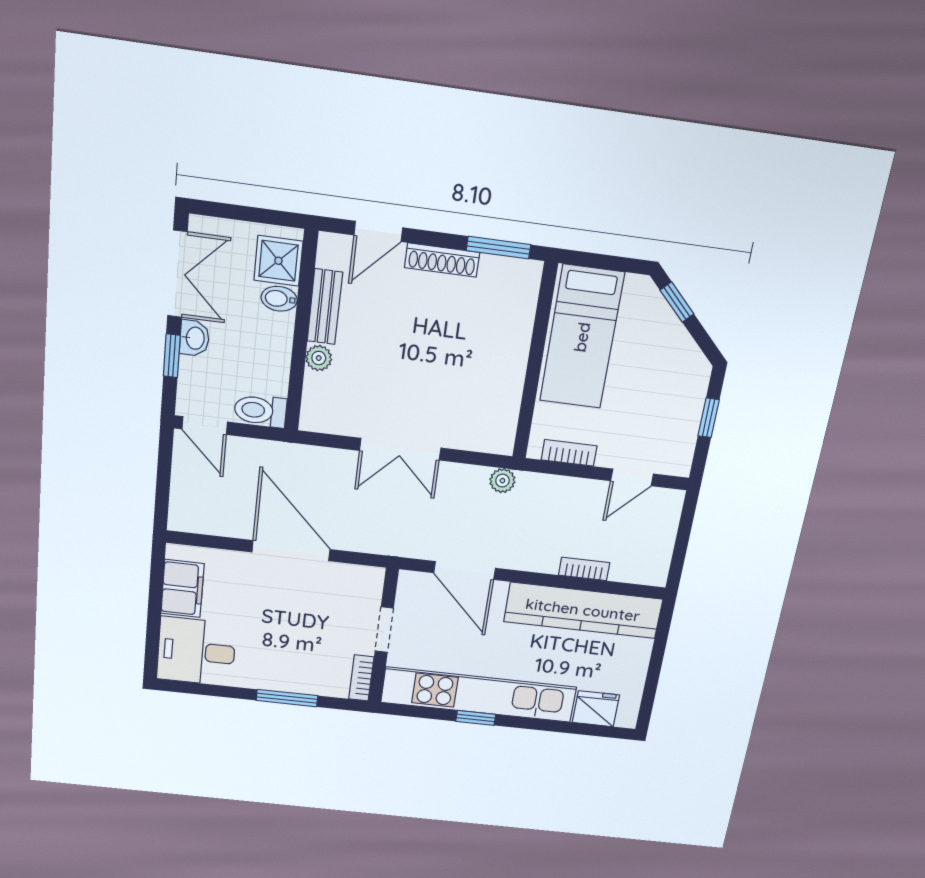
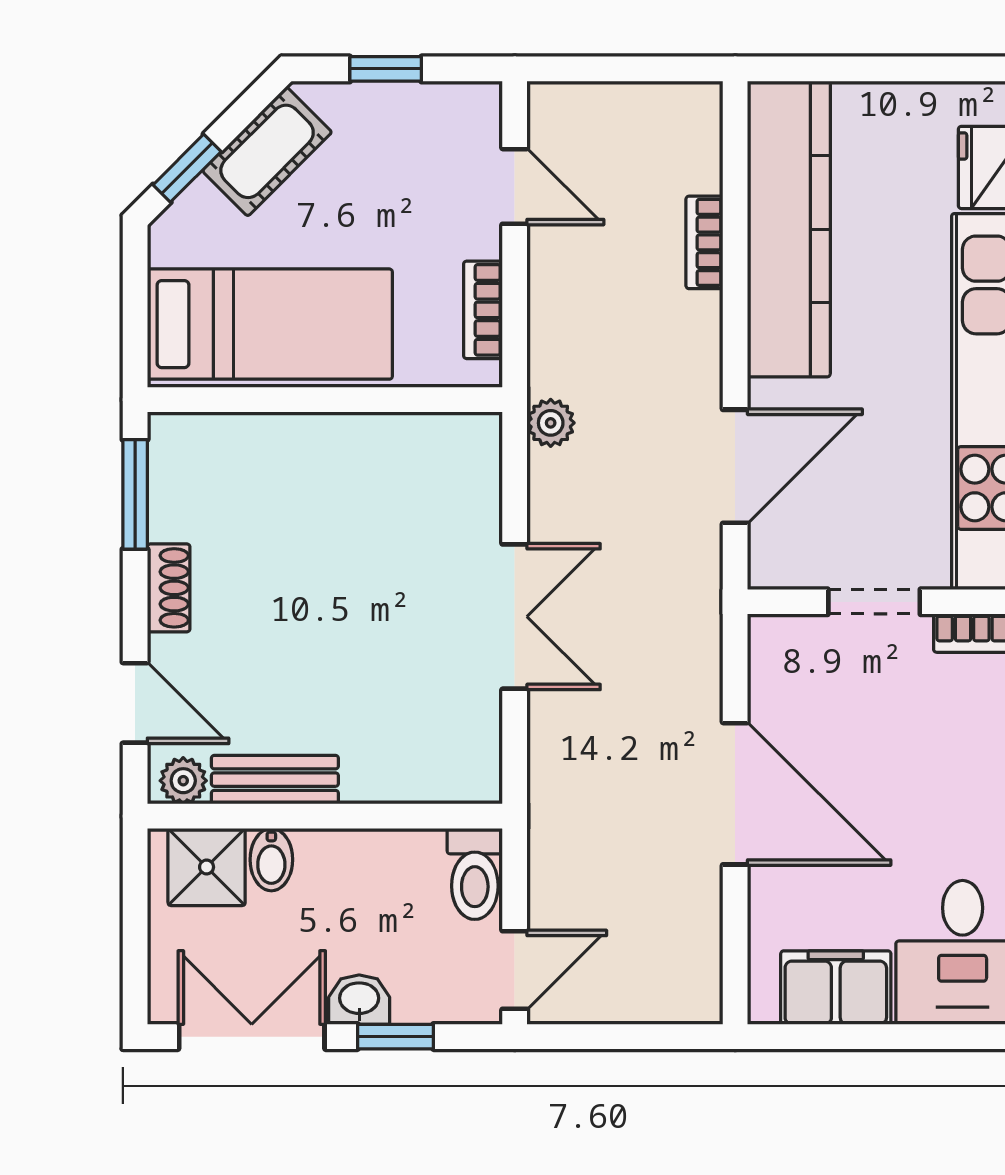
shoe rack: (442, 260) -> (169, 588), width x0.70
cot: (677, 348) -> (267, 151), added
plant: (319, 358) -> (183, 781), moved
door: (291, 551) -> (735, 794), swing flipped

